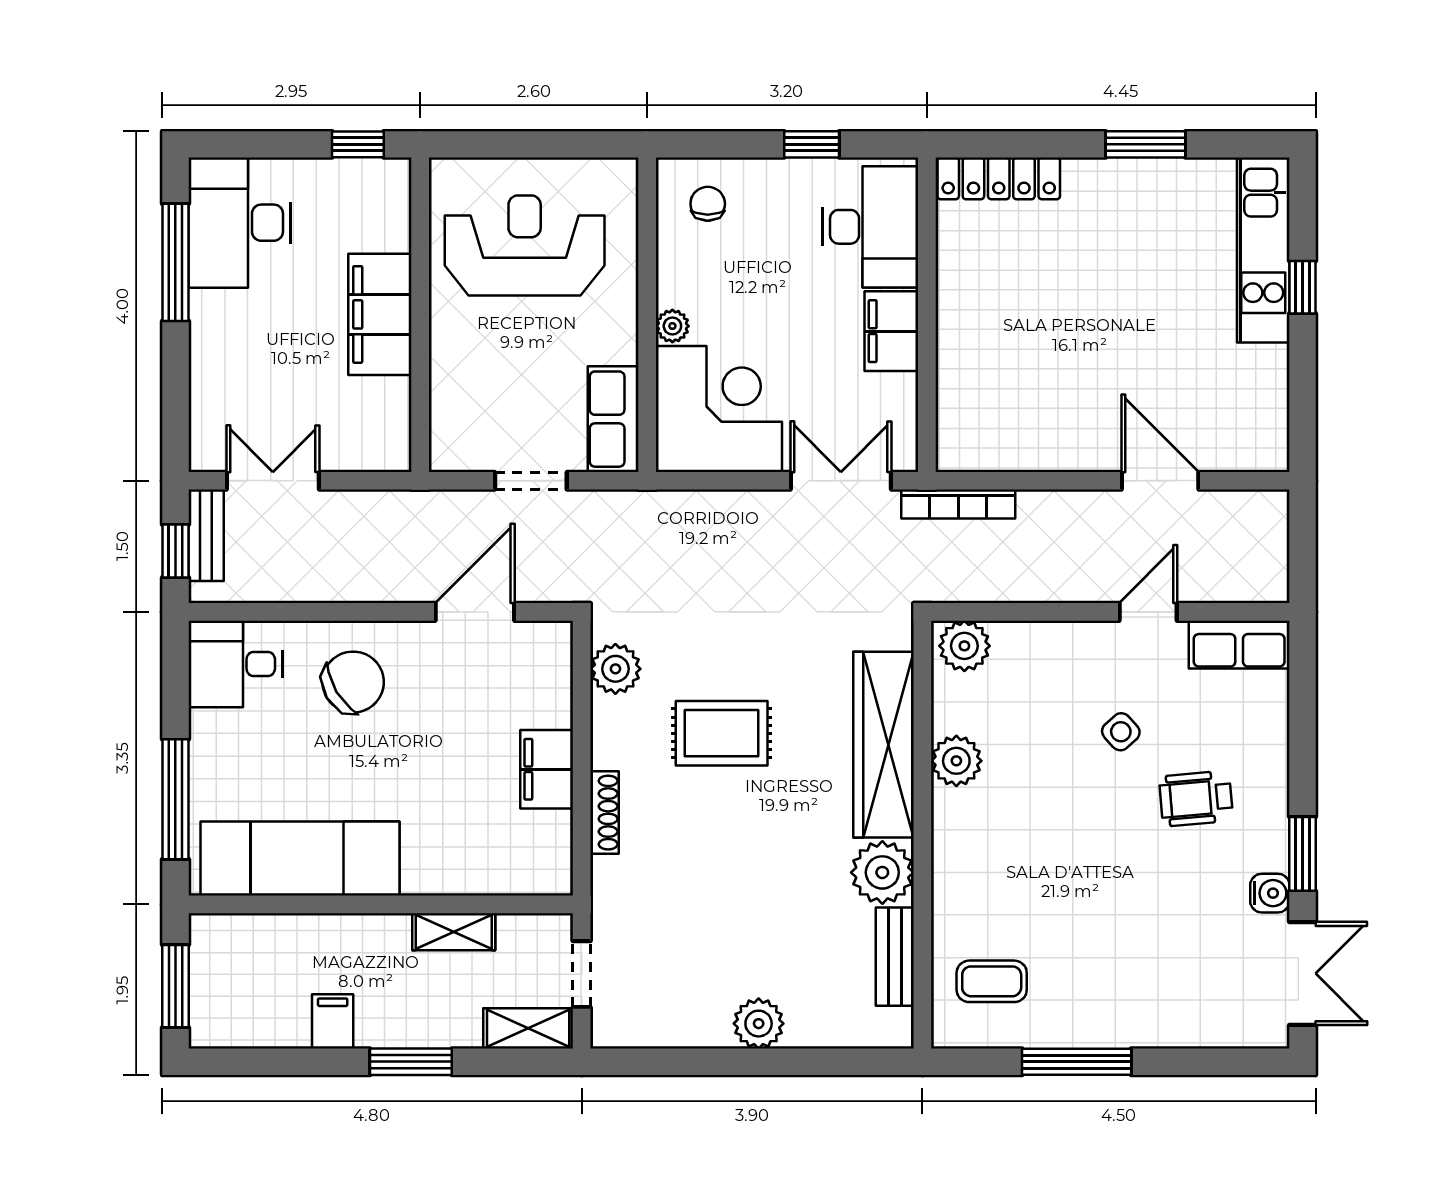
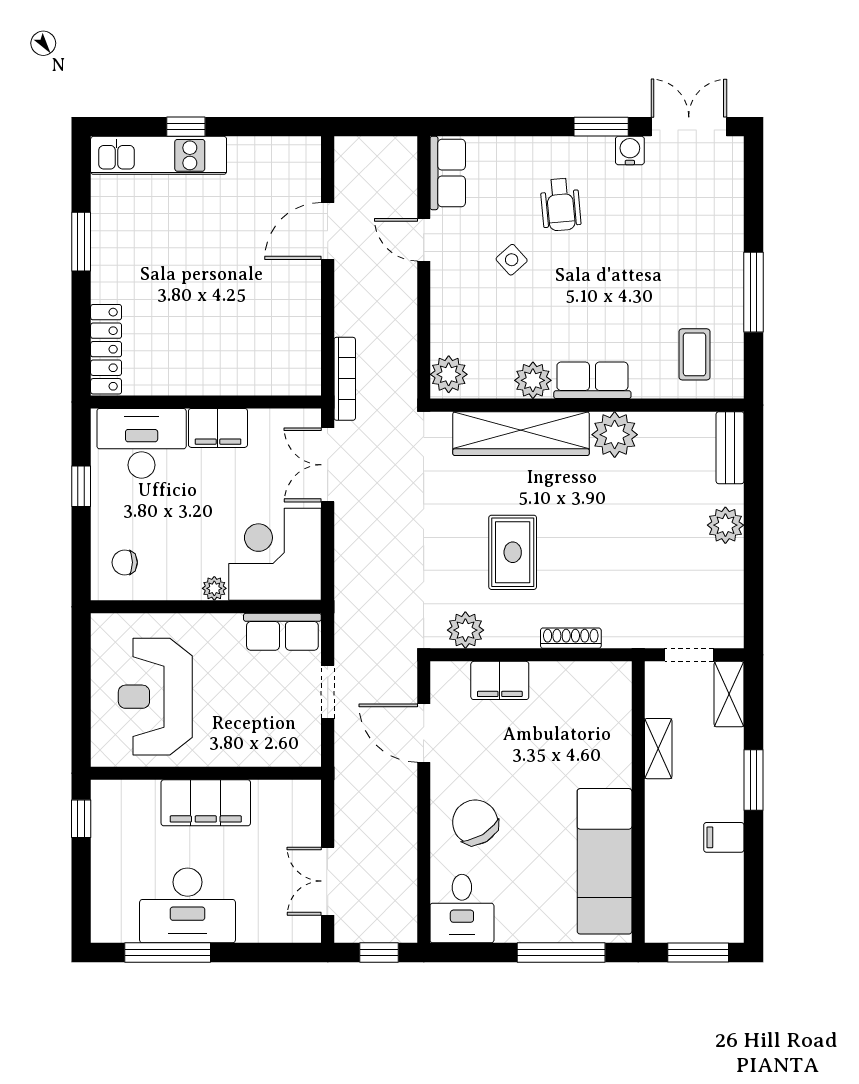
desk: (240, 223) -> (188, 905), moved
bench: (206, 535) -> (368, 930), removed
filing cabinet: (547, 769) -> (500, 680), moved
row of seats: (956, 842) -> (592, 380), added
bench: (895, 957) -> (730, 448), moved, turned 90

